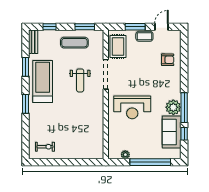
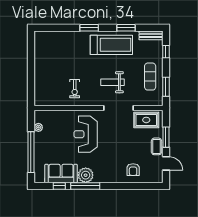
exercise bike: (45, 147) -> (75, 89), moved

